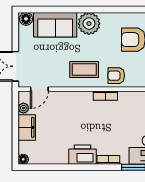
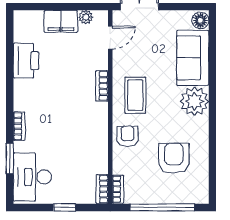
door: (39, 89) -> (110, 38), swing flipped
bookcase: (105, 96) -> (102, 86), moved
printer: (82, 155) -> (26, 61), moved
floor lamp: (23, 159) -> (20, 17), removed

